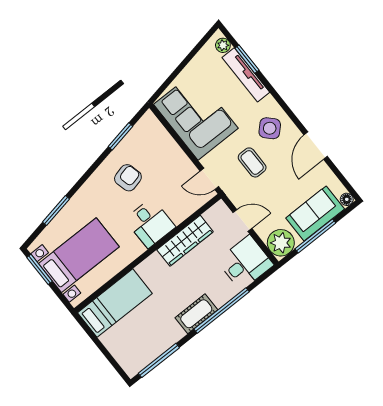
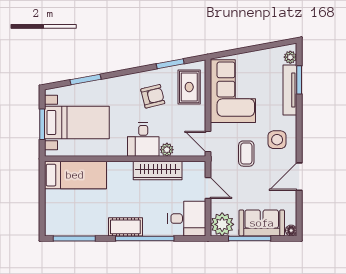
side table: (270, 128) -> (277, 140), turned 45
rug: (154, 144) -> (189, 87), added
plant: (178, 215) -> (167, 150), added
window: (40, 269) -> (42, 124), moved

